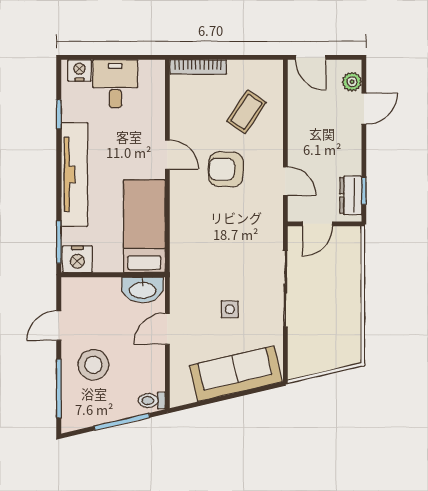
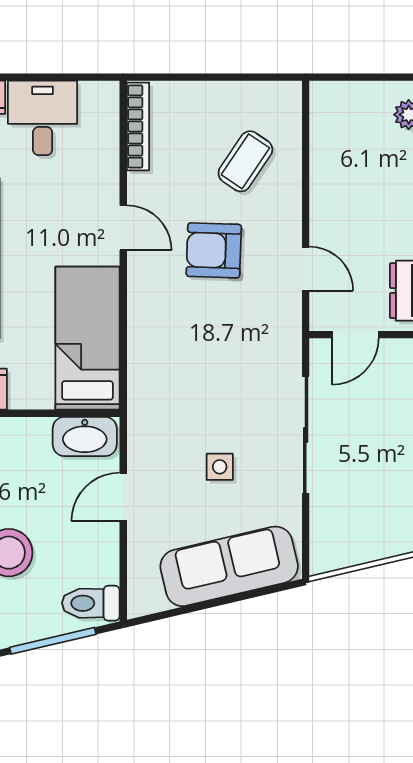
door: (311, 57) -> (345, 77), removed
bookcase: (198, 67) -> (138, 126), moved, turned -90
toilet: (152, 401) -> (91, 603), width x1.37, depth x1.39

